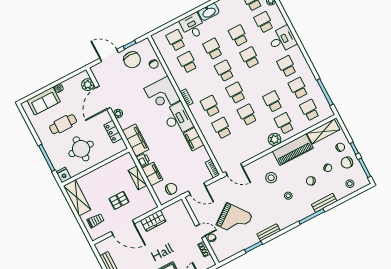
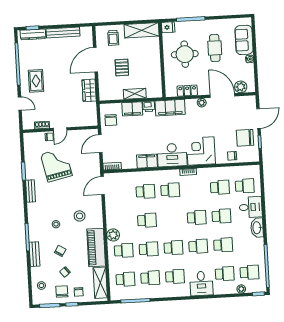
school desk: (236, 93) -> (173, 248), moved
grand piano: (234, 220) -> (56, 165), turned 115

